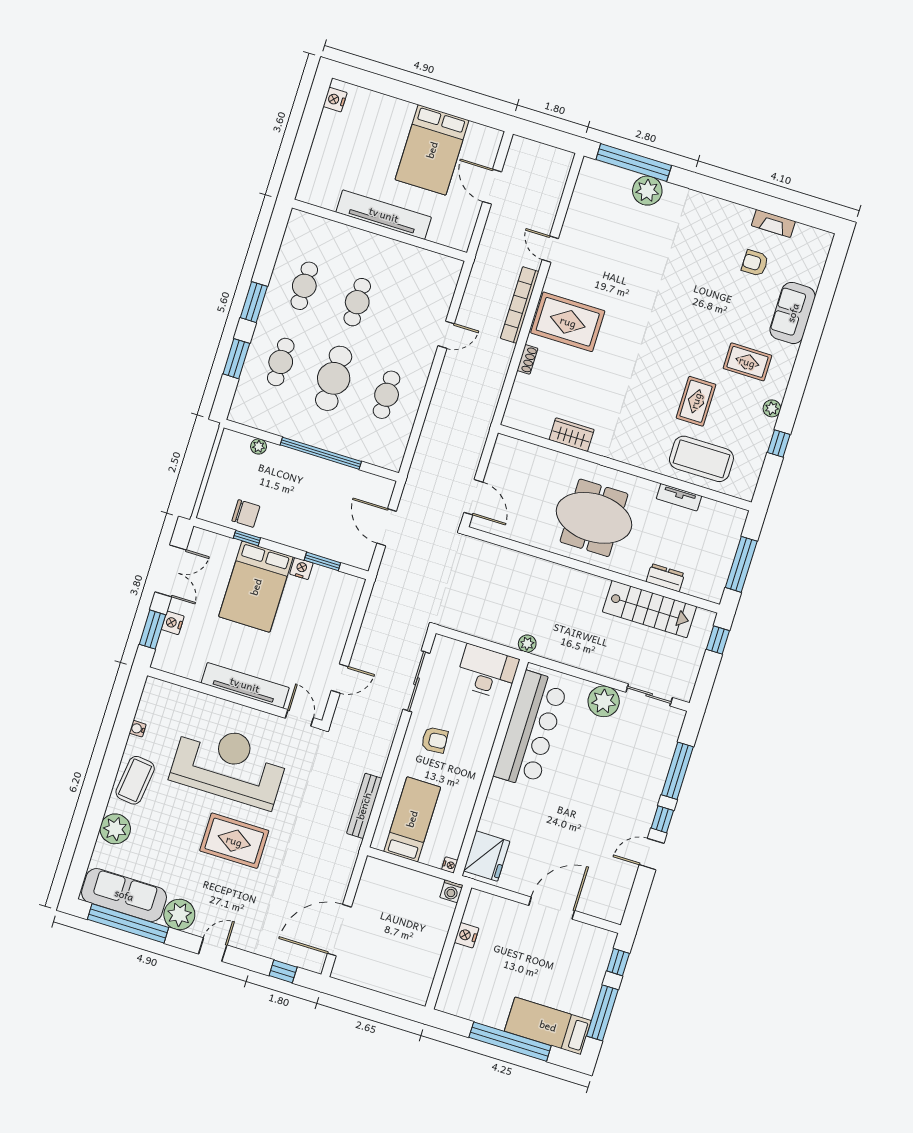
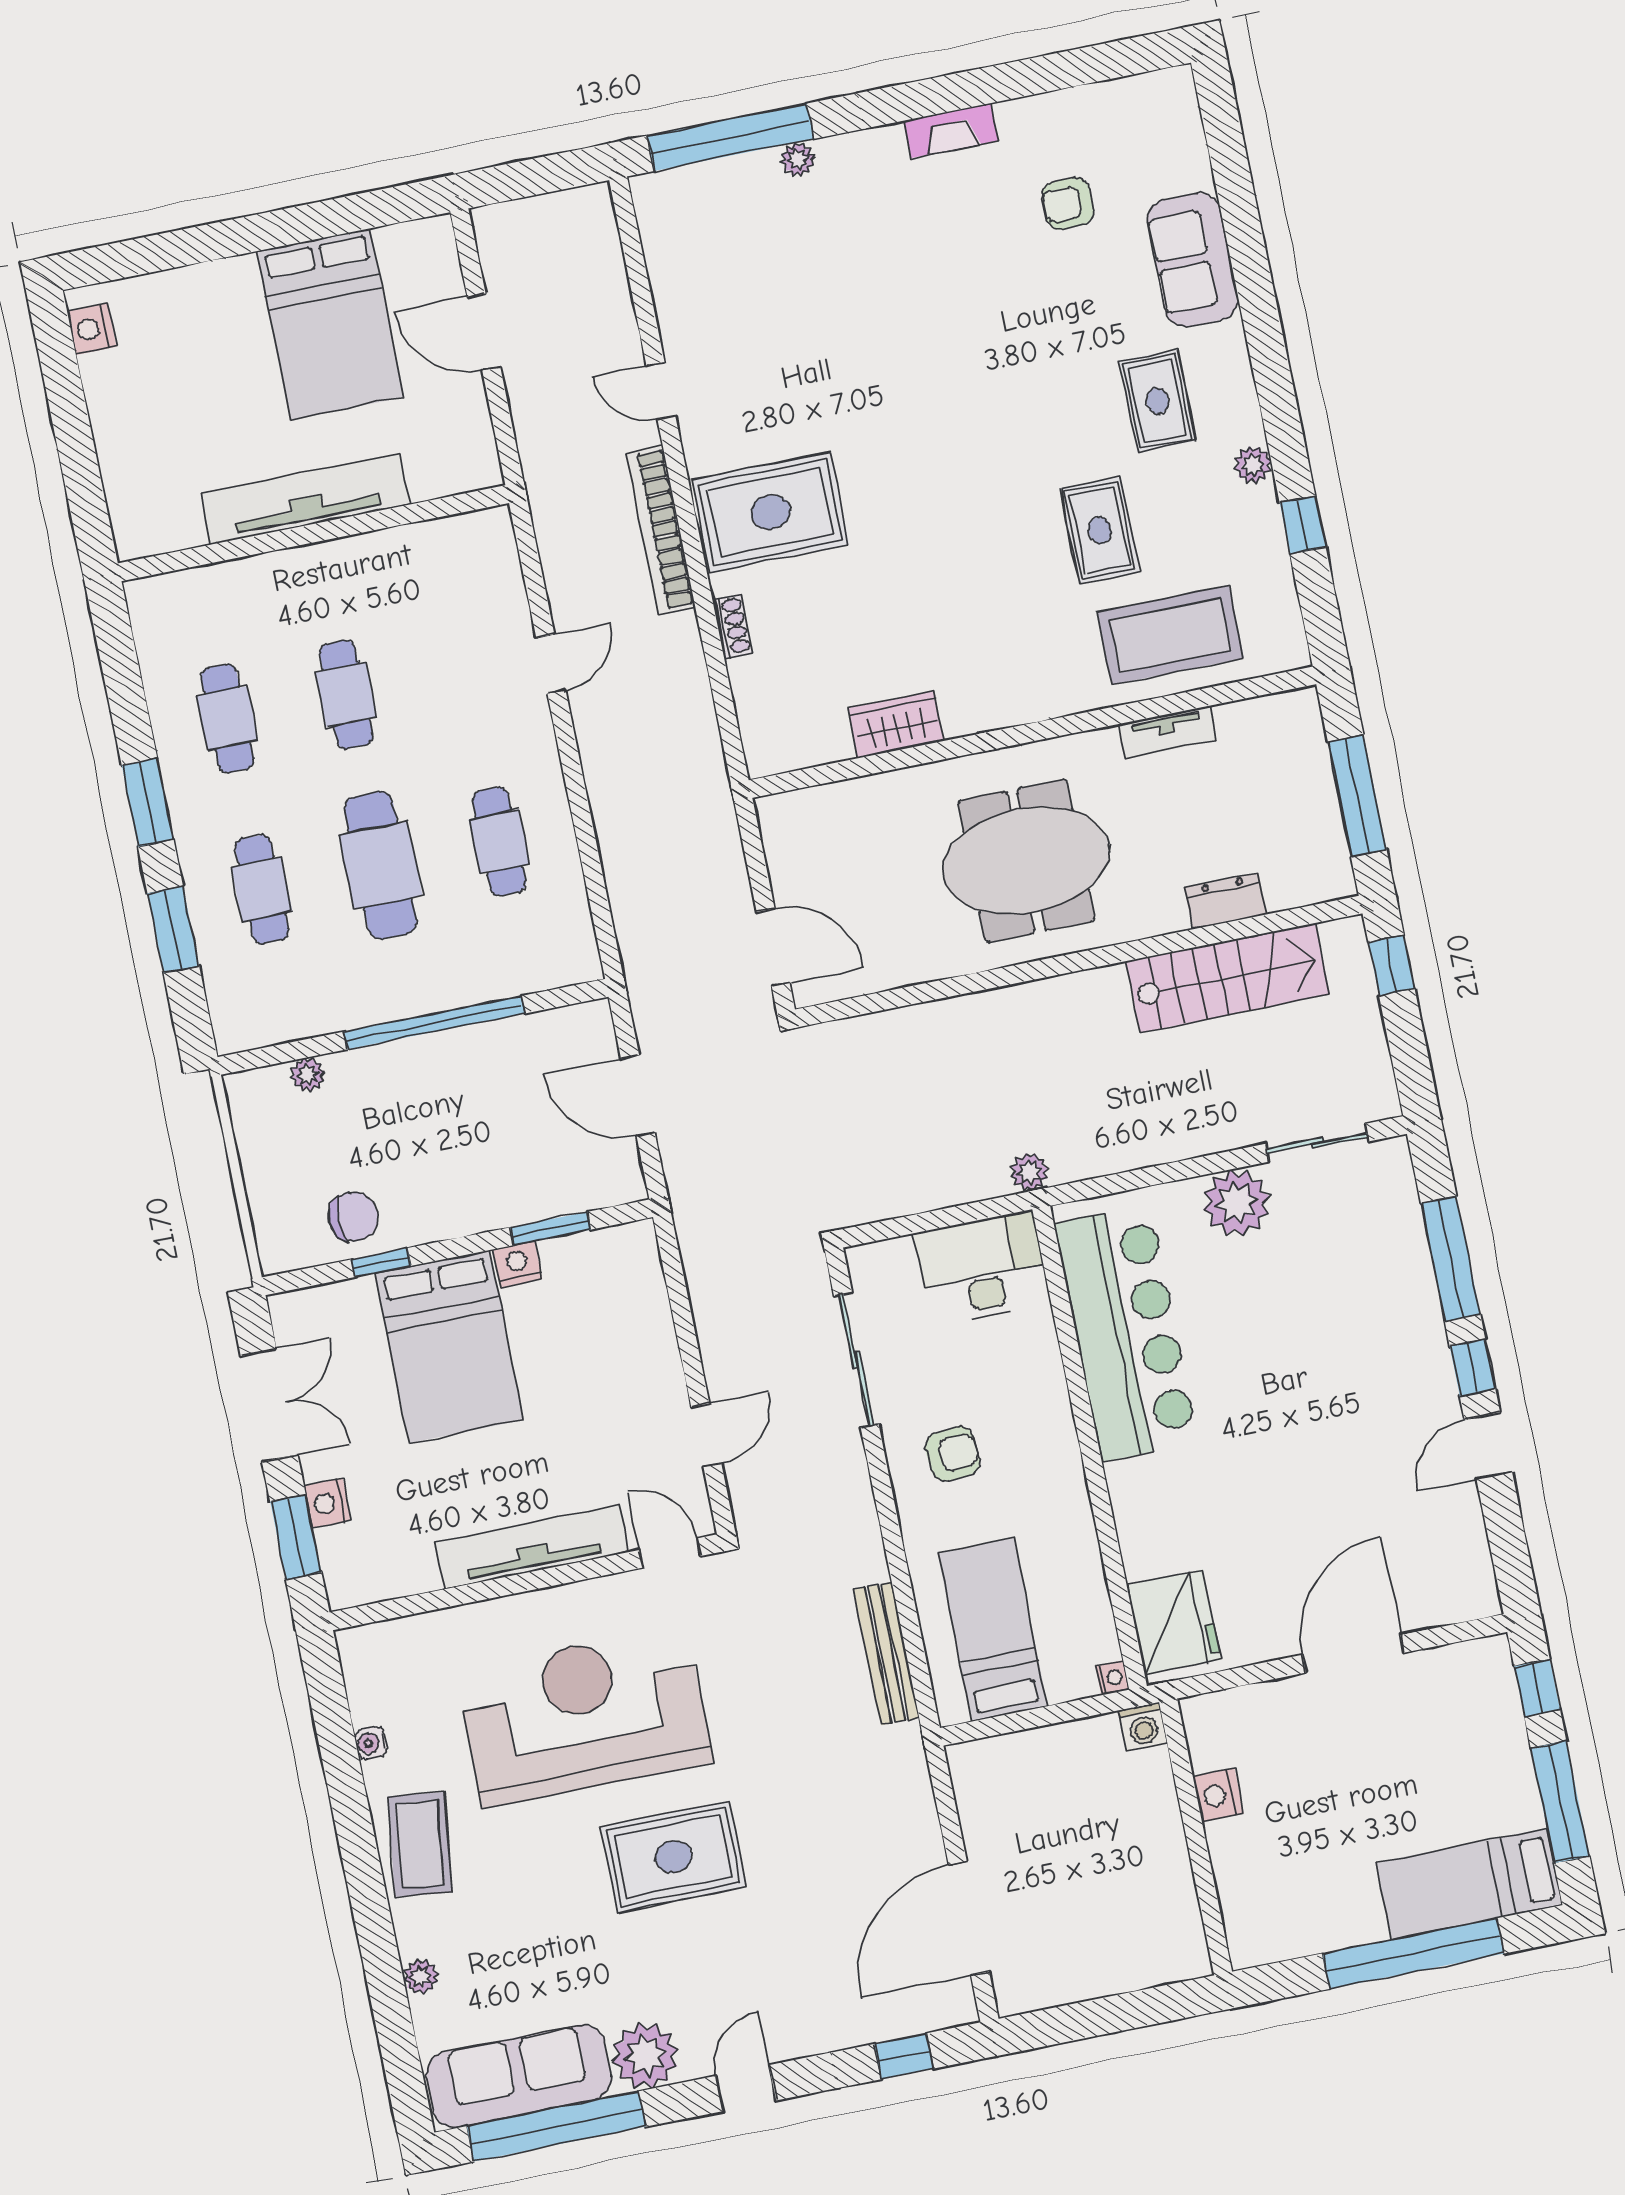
plant: (647, 191) -> (798, 159), width x0.53, depth x0.53
fireplace: (773, 223) -> (951, 131), moved
rug: (747, 362) -> (1157, 401), turned 90
plant: (115, 829) -> (421, 1977), width x0.53, depth x0.53

